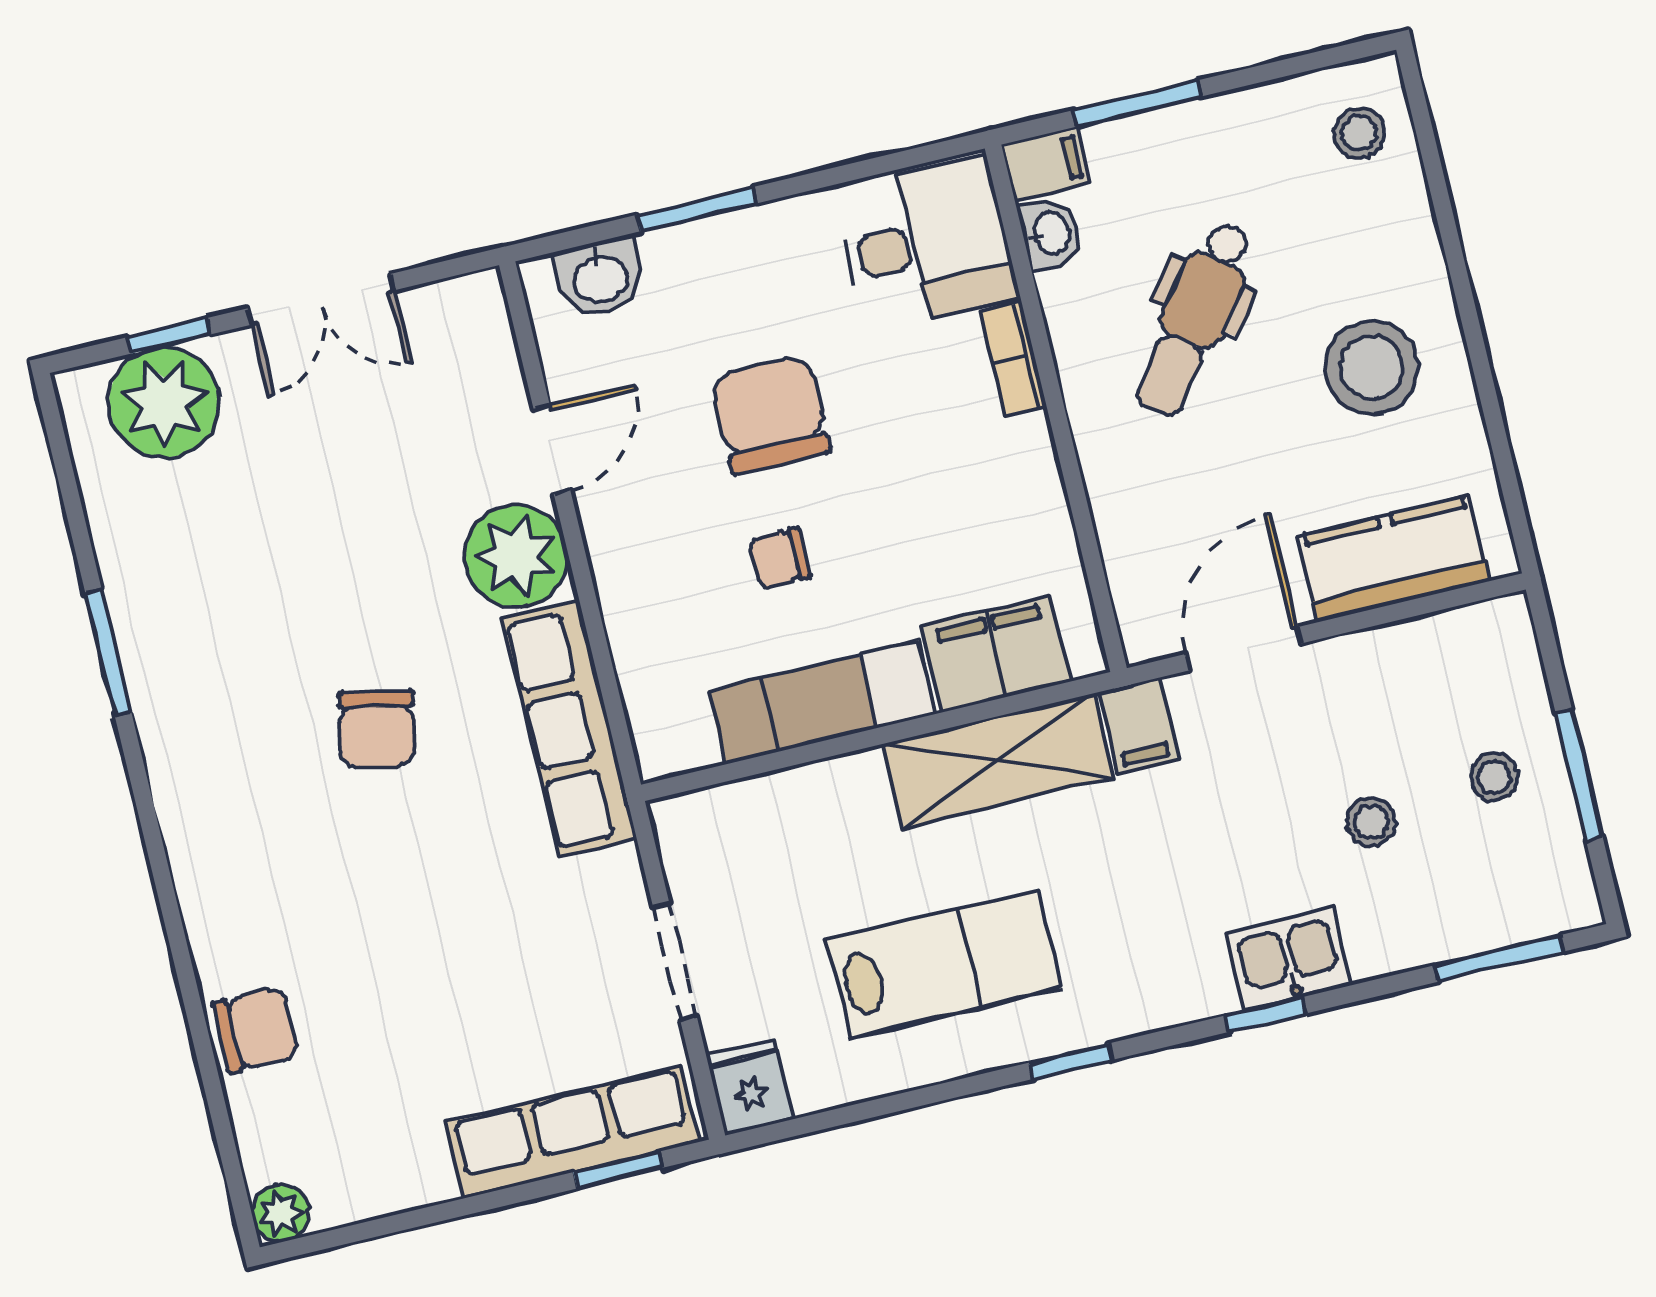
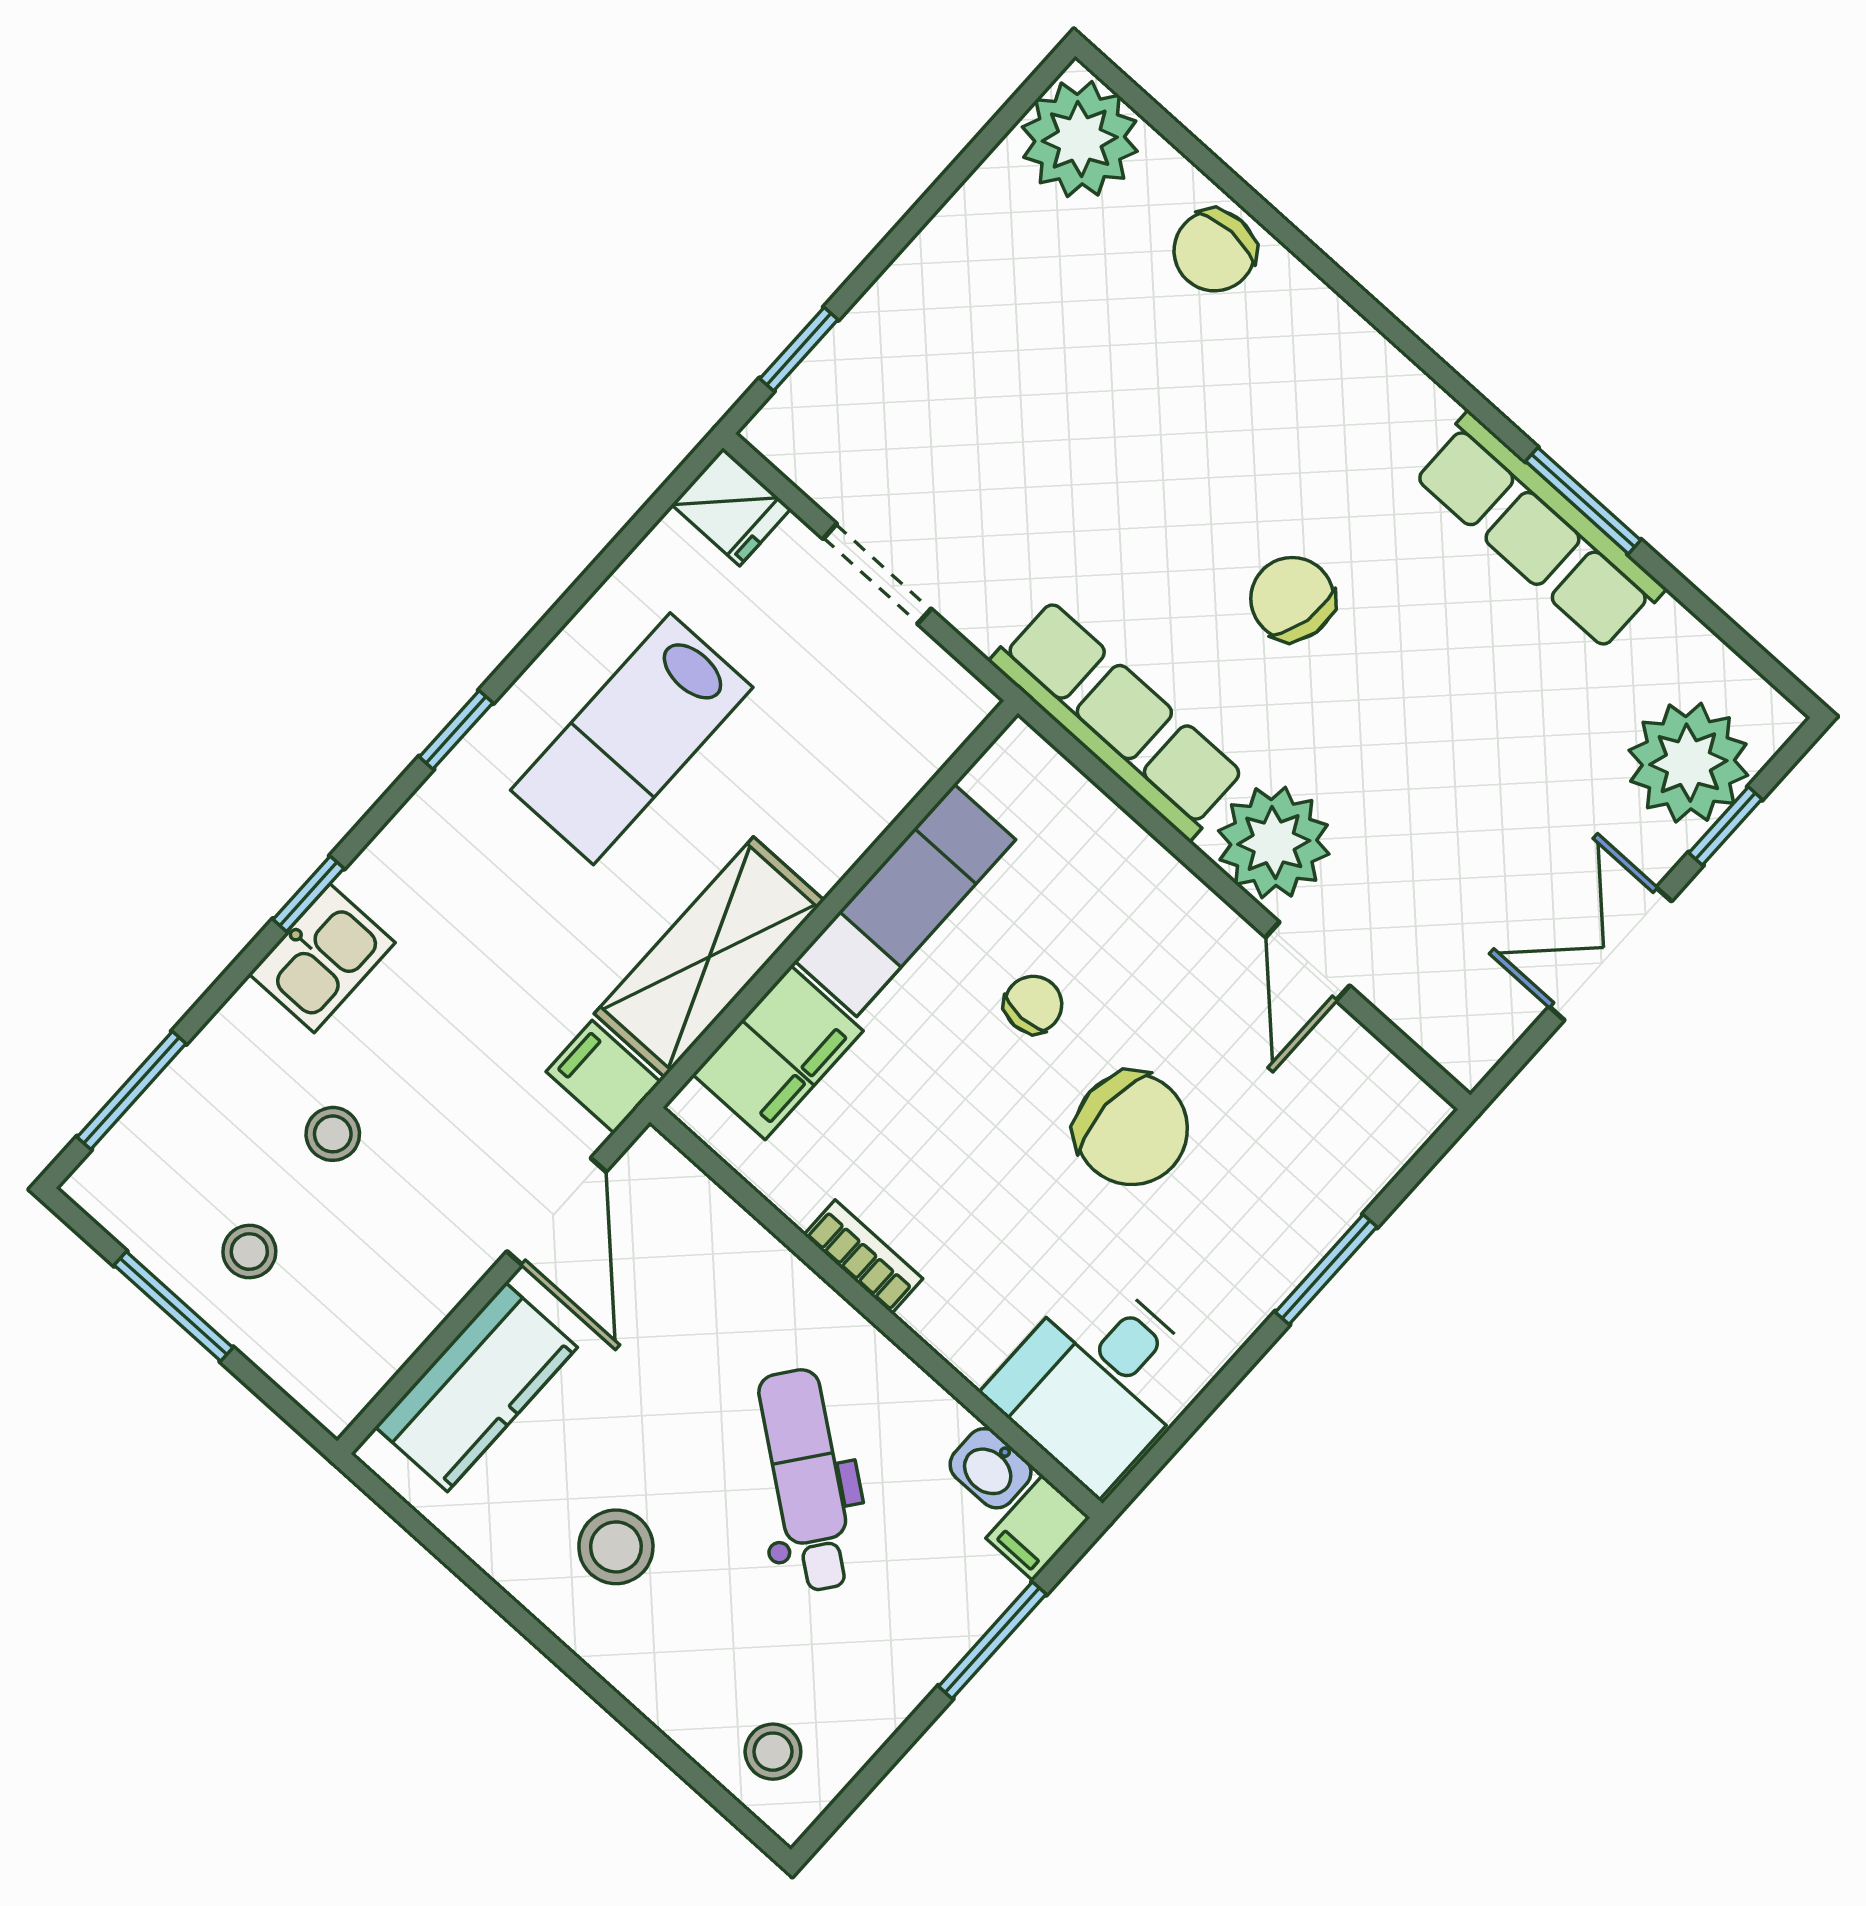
washbasin: (600, 277) -> (1371, 1147), removed
bookcase: (1013, 359) -> (863, 1257), moved
stool: (1371, 367) -> (616, 1547), width x0.73, depth x0.73
row of seats: (572, 1132) -> (1539, 531), moved, turned 90
plant: (281, 1213) -> (1080, 139), width x1.88, depth x1.88

